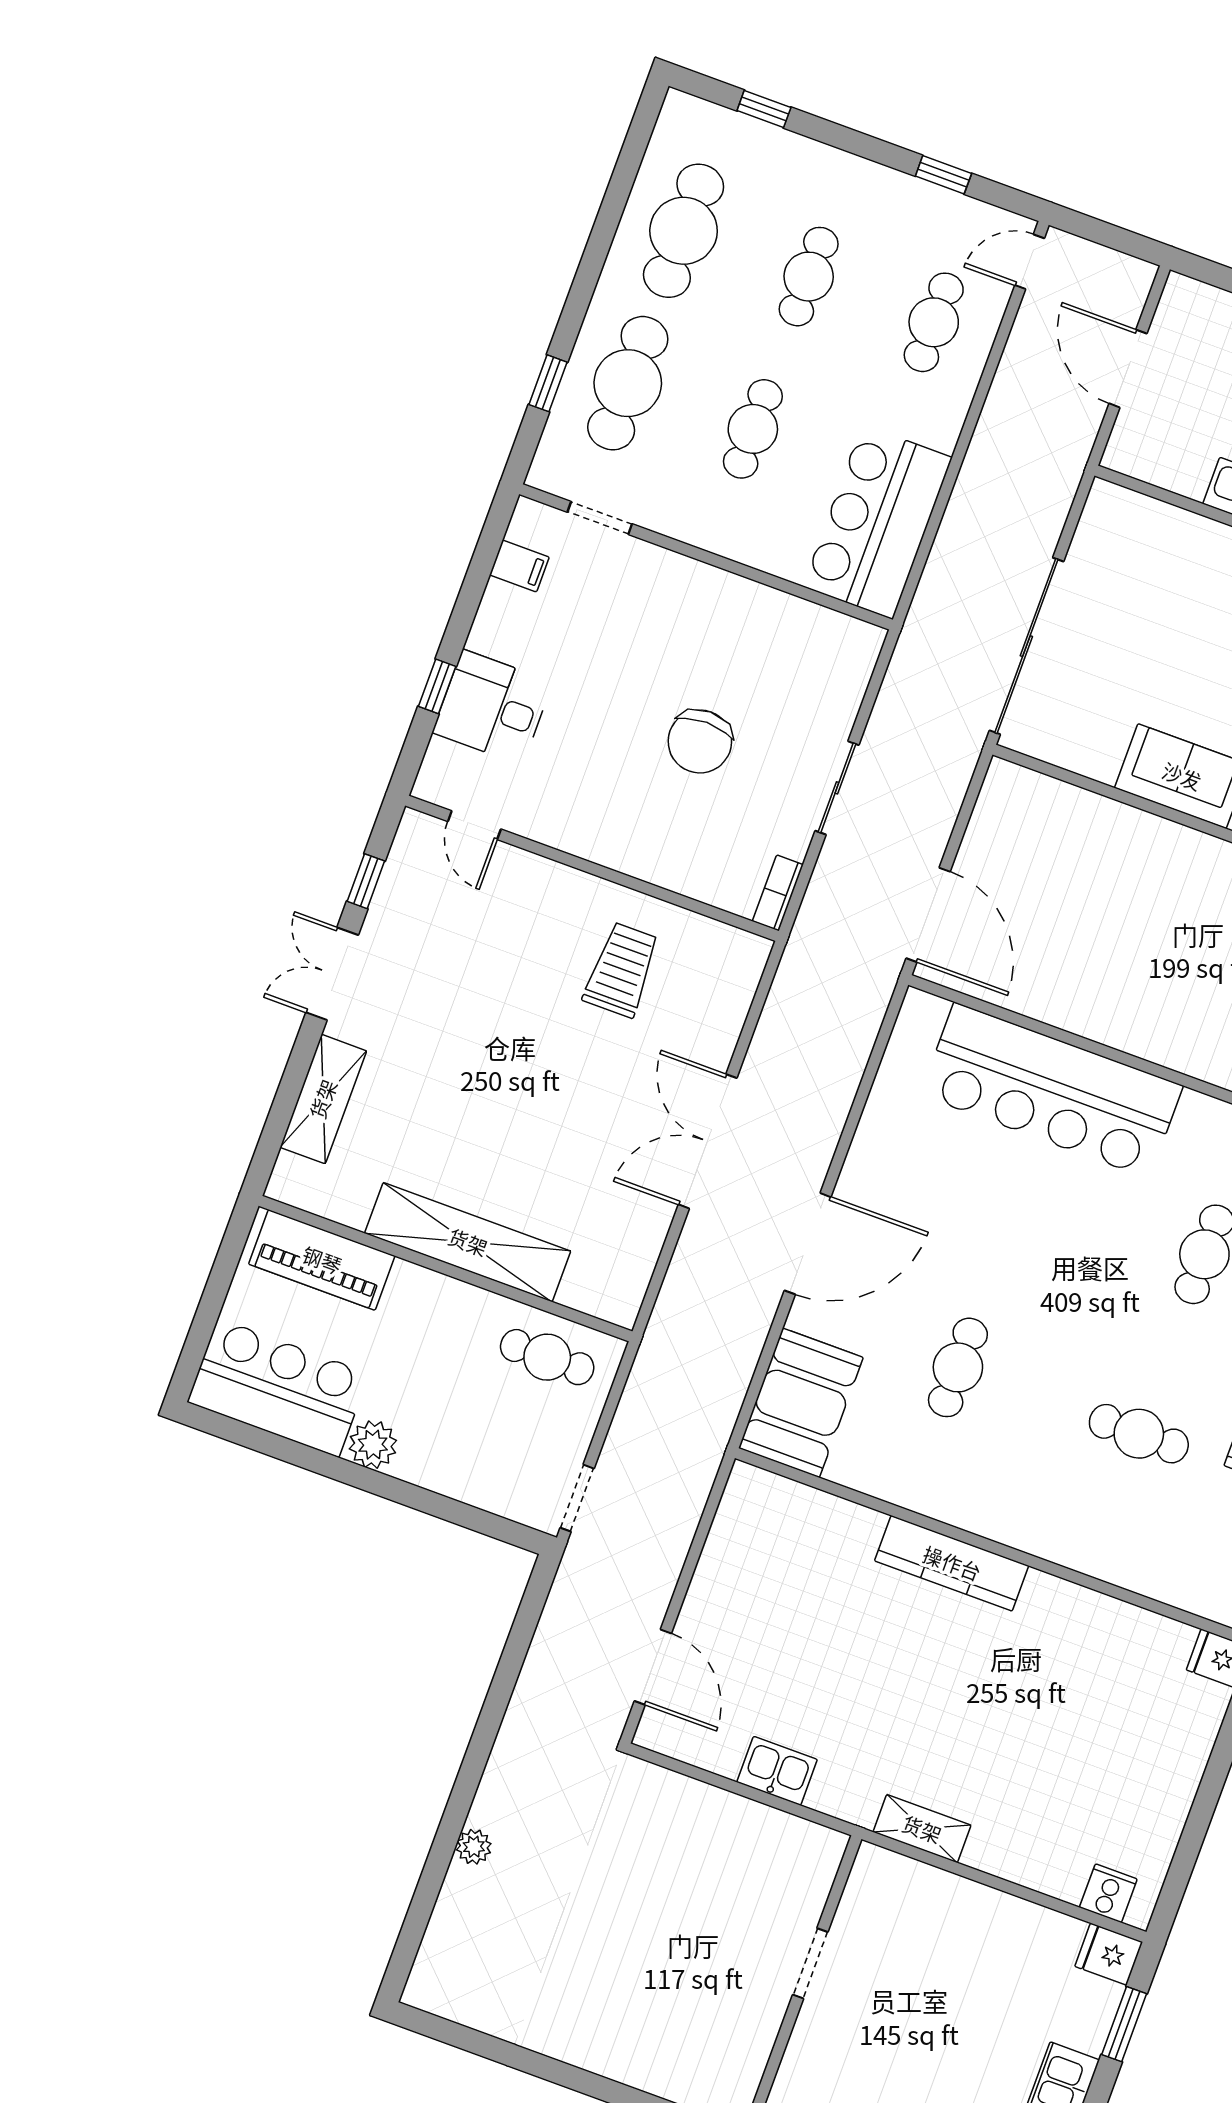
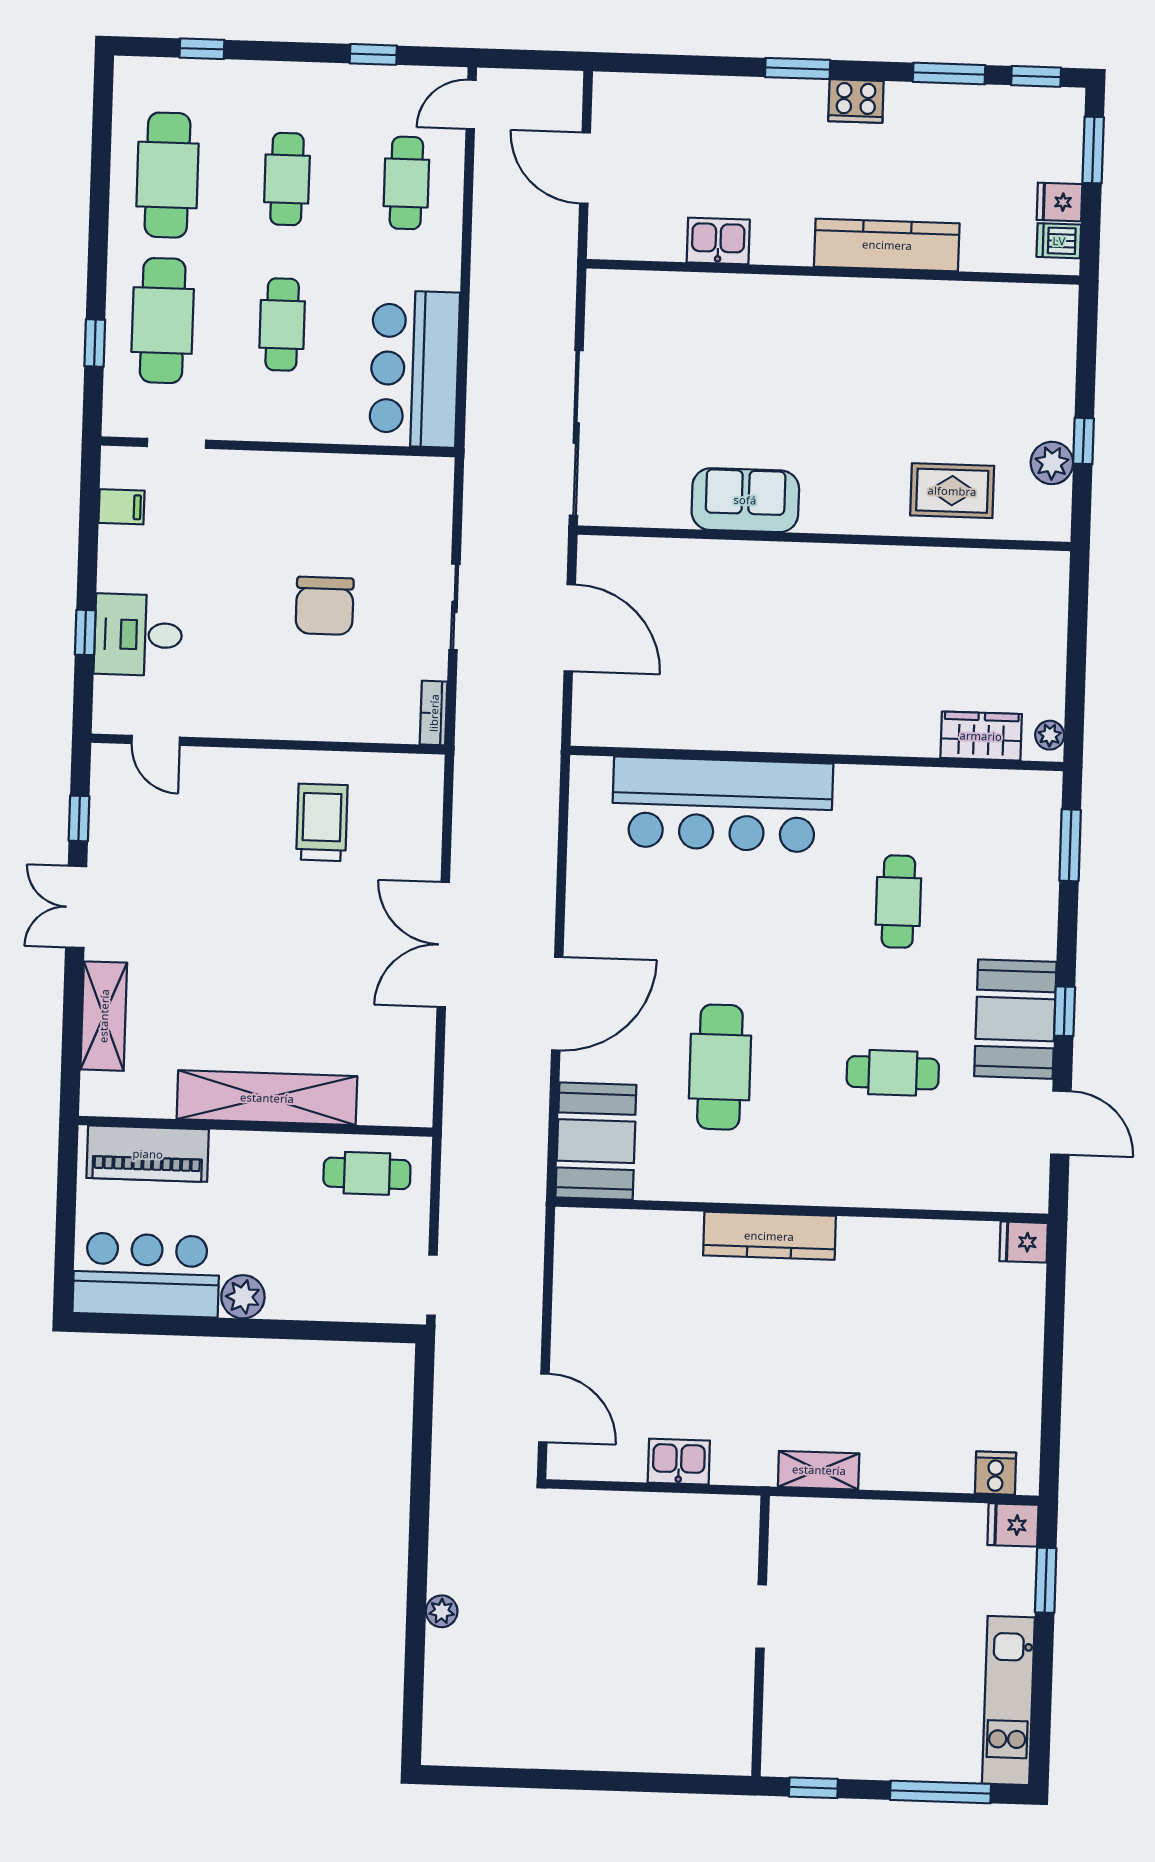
door: (928, 915) -> (570, 628), moved
cafe table: (958, 1367) -> (720, 1067), width x1.37, depth x1.35

